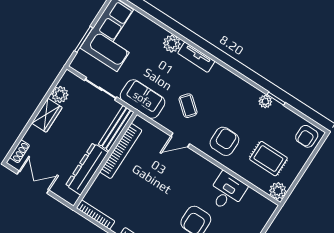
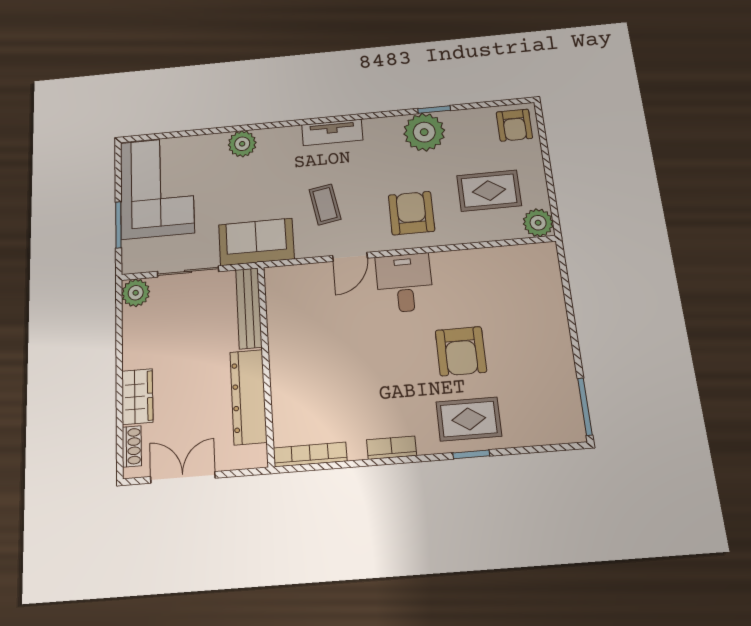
tv unit: (196, 57) -> (332, 132), moved
plant: (60, 94) -> (136, 293), moved
plant: (265, 101) -> (424, 132), width x1.87, depth x1.87
coffee table: (188, 106) -> (325, 204), turned 40
wardrobe: (47, 115) -> (137, 397), moved
bookcase: (121, 151) -> (279, 334), removed
desk: (227, 192) -> (404, 283), moved

